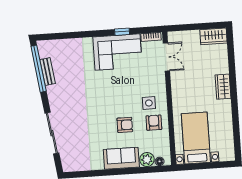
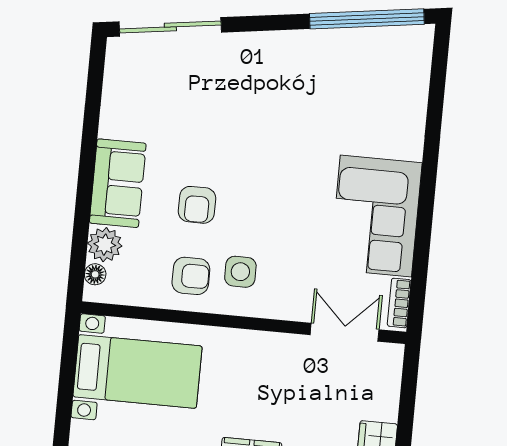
window: (122, 32) -> (423, 235), removed
double door: (166, 57) -> (345, 332), swing flipped
bench: (48, 72) -> (356, 39), removed
sliding door: (52, 133) -> (170, 27), moved

